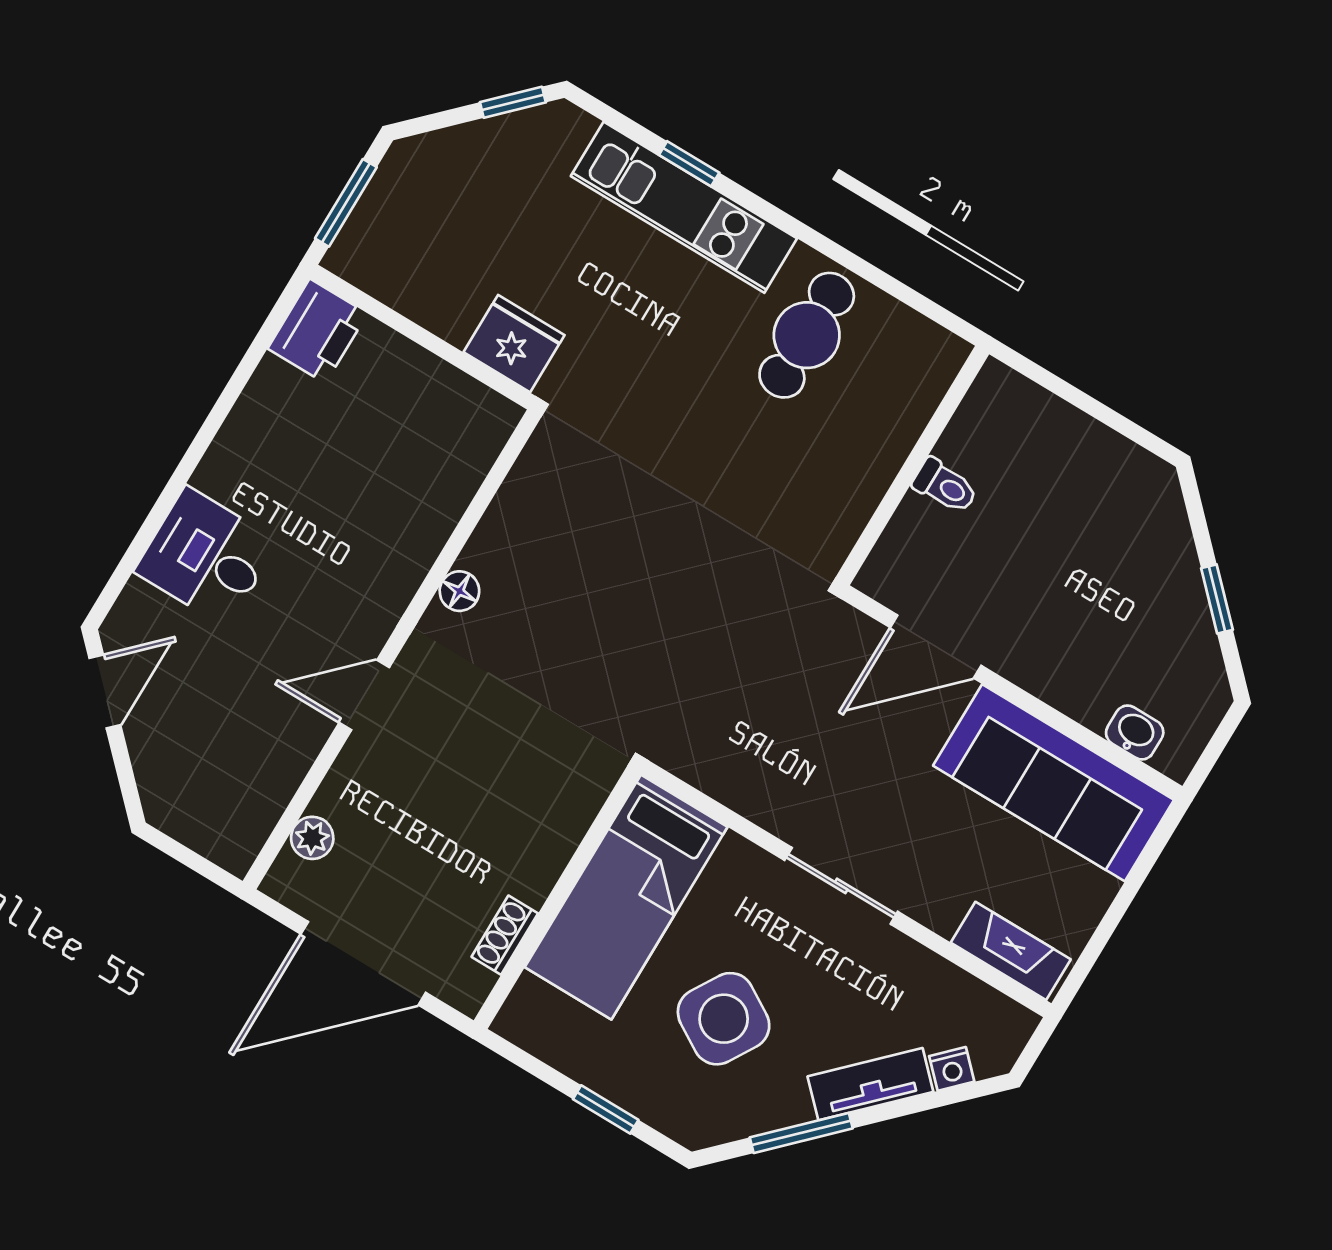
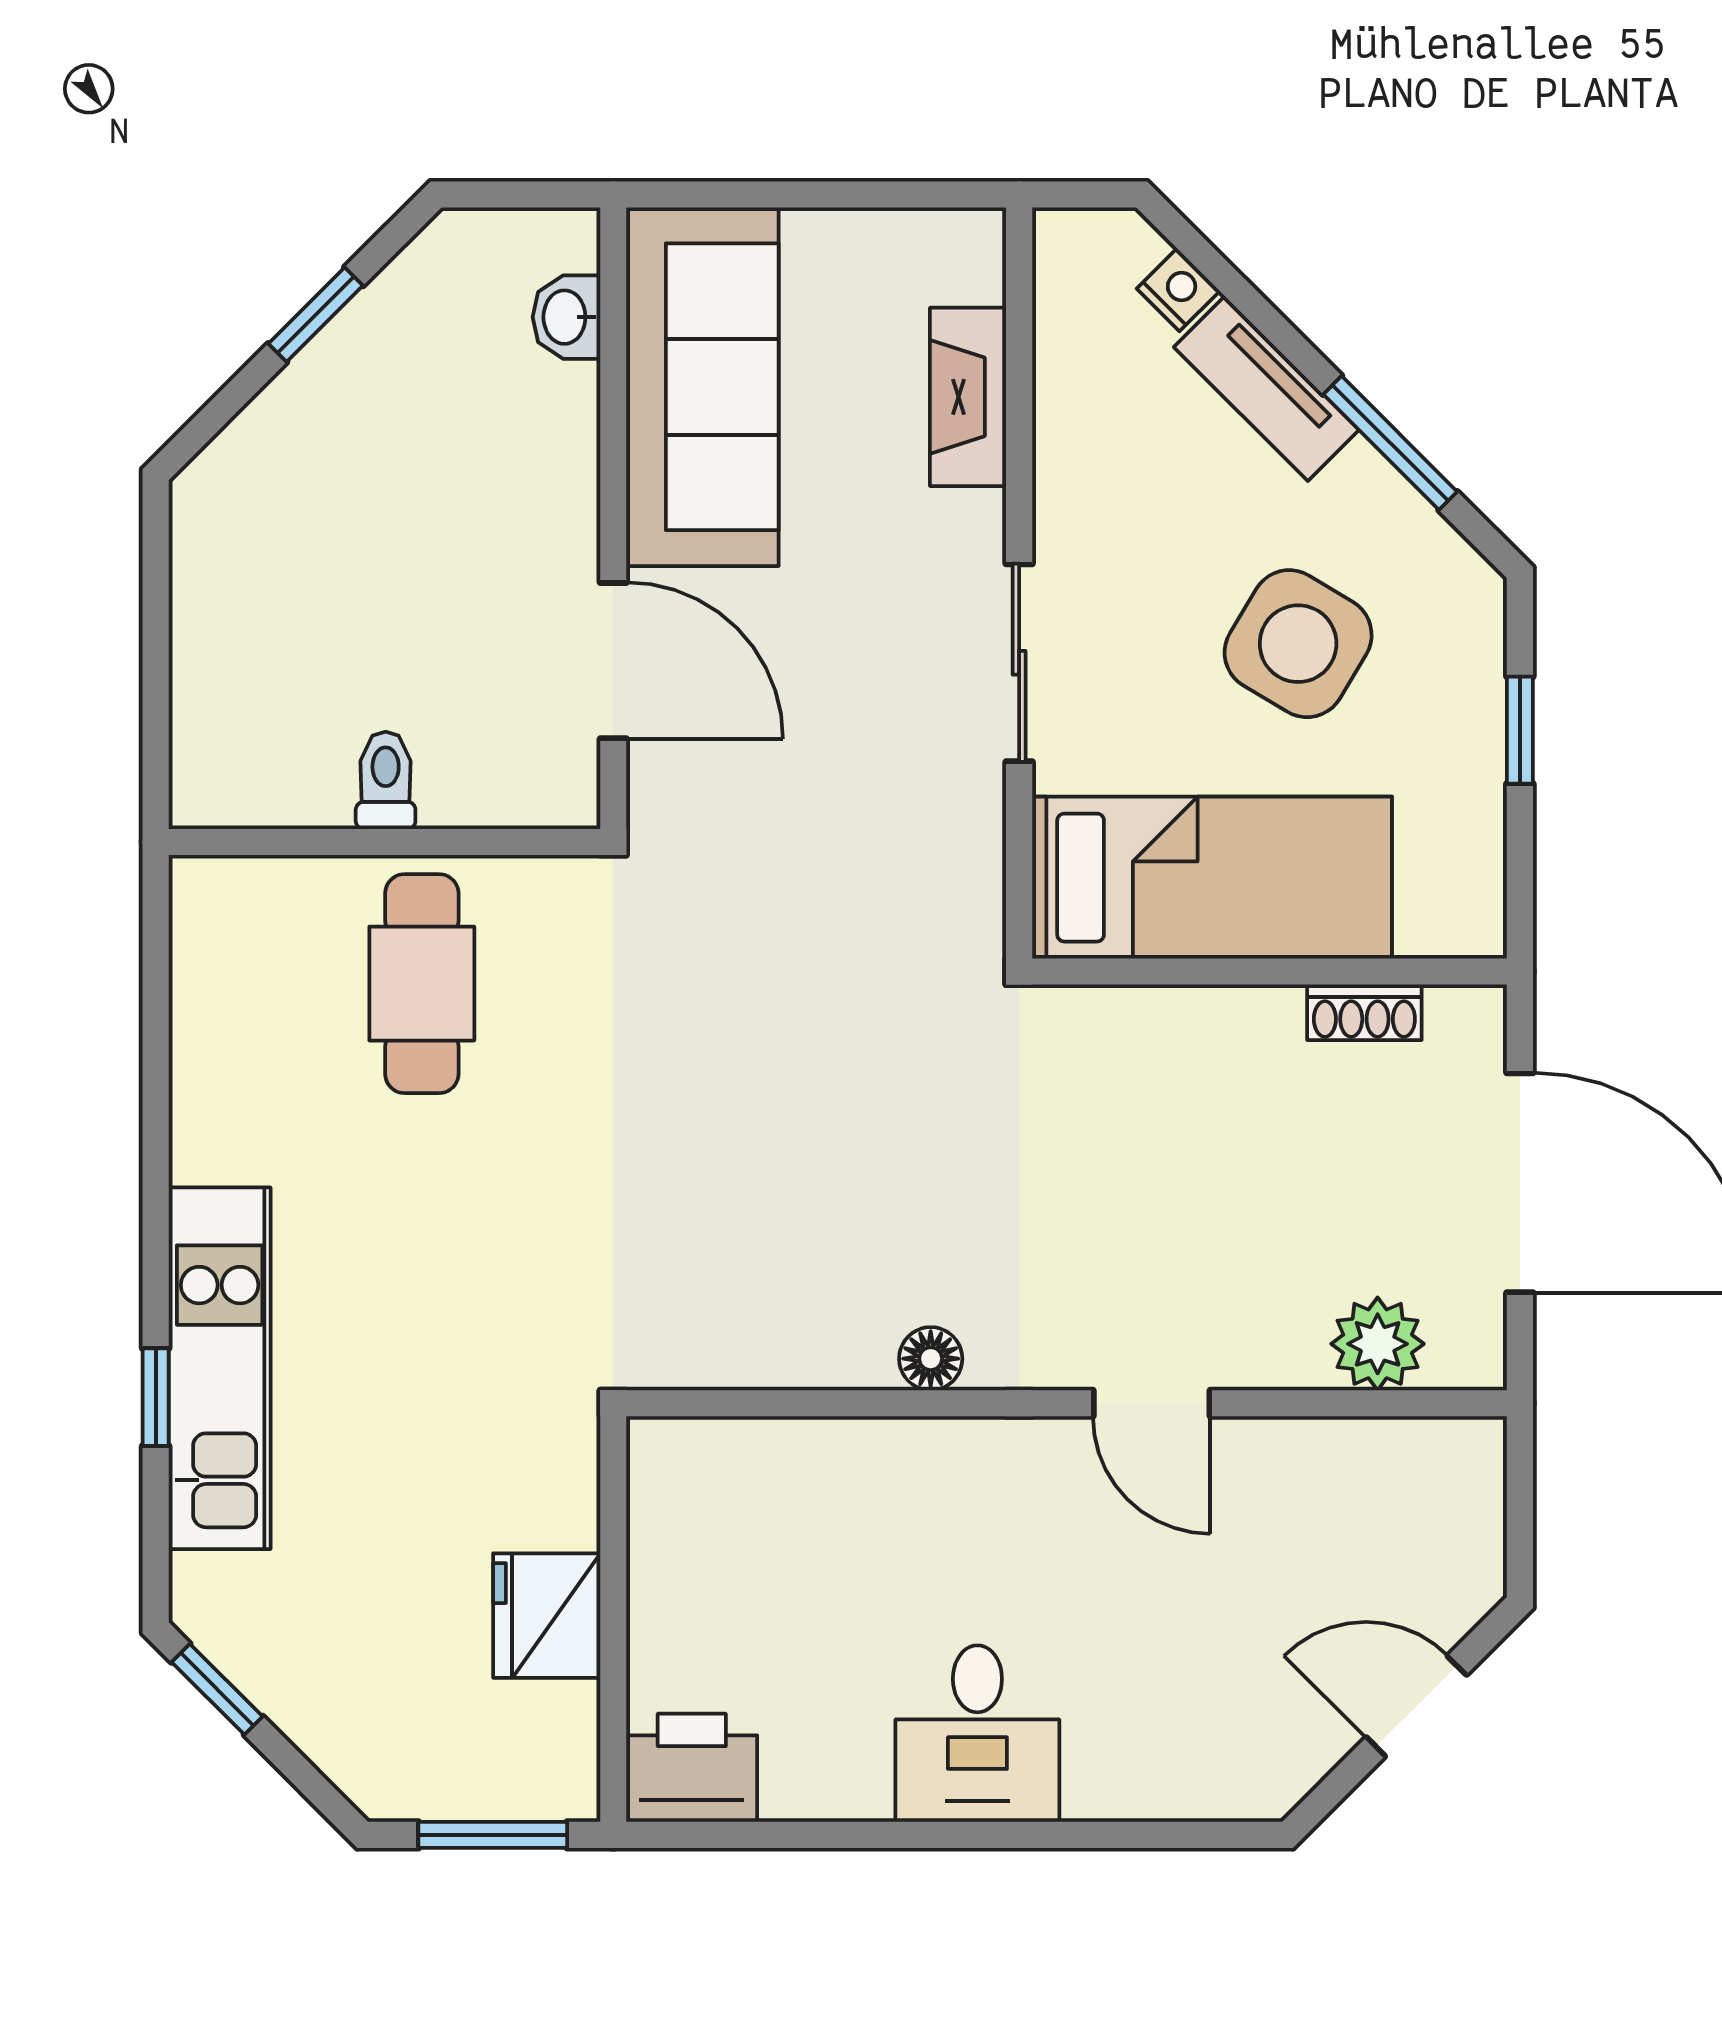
cafe table: (807, 335) -> (422, 984), moved, turned 90
fridge: (514, 344) -> (547, 1616), moved
desk: (206, 557) -> (977, 1734), moved
door: (105, 691) -> (1416, 1706), moved
plant: (312, 838) -> (1378, 1344), width x1.38, depth x1.38
sliding door: (841, 886) -> (1019, 663), moved
fireplace: (1011, 951) -> (968, 397), moved

